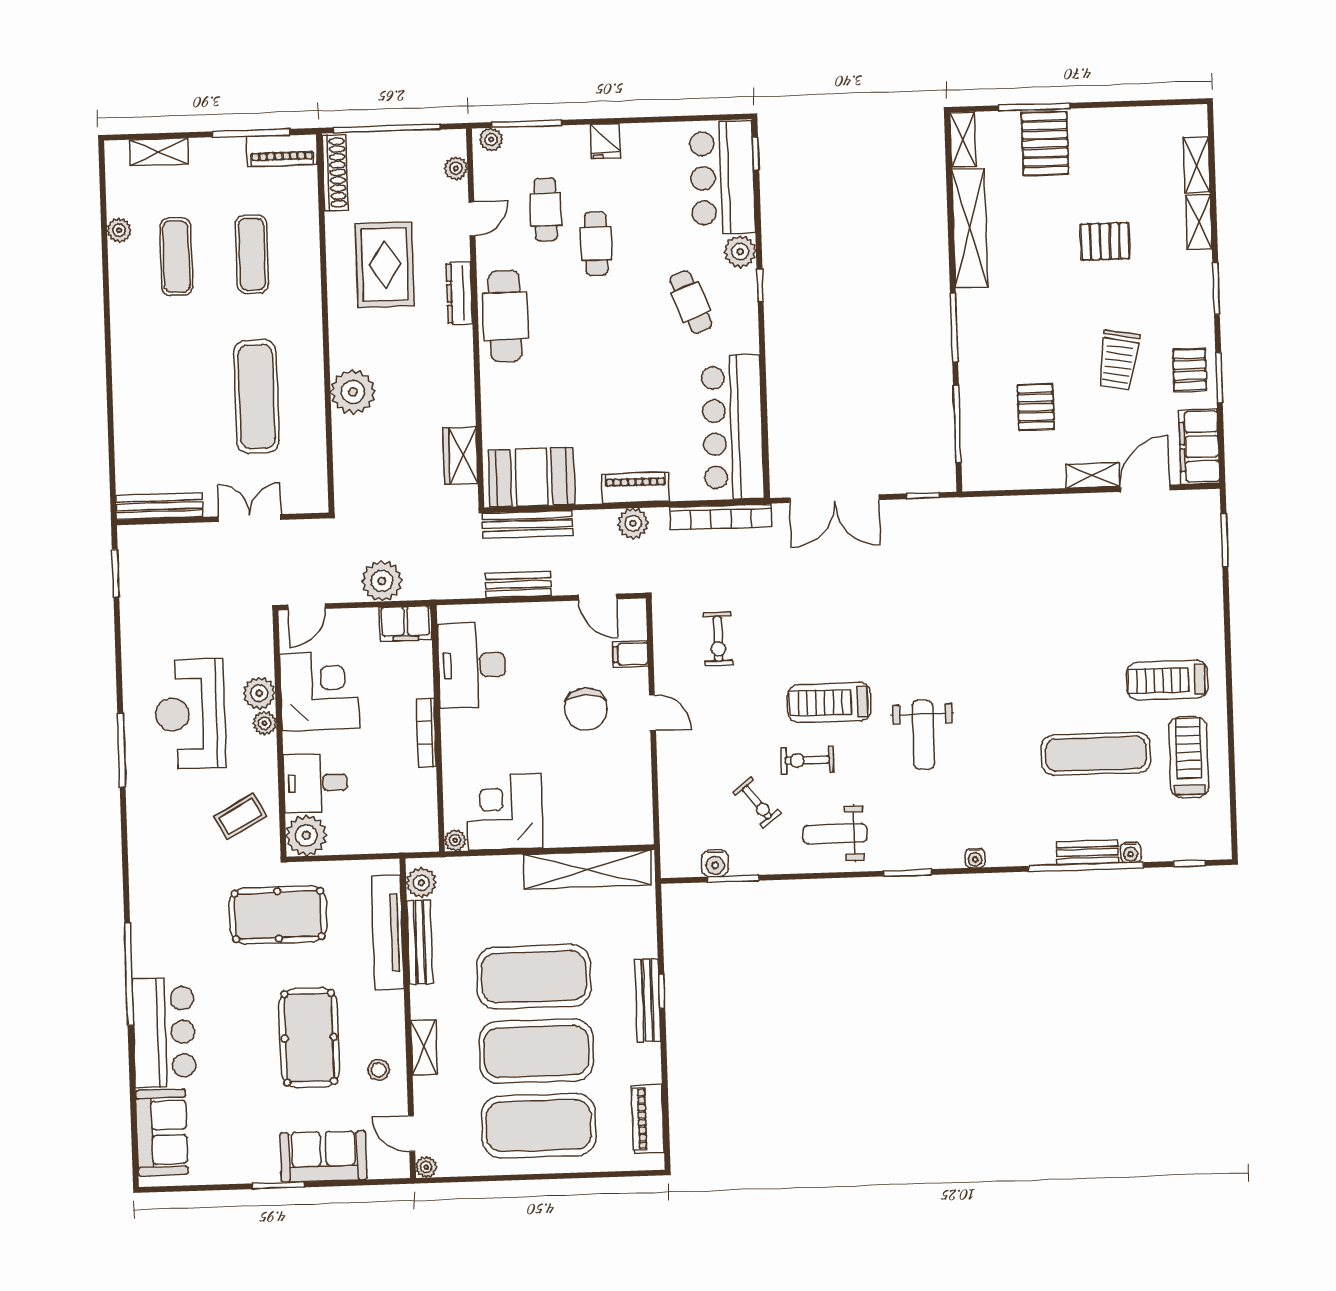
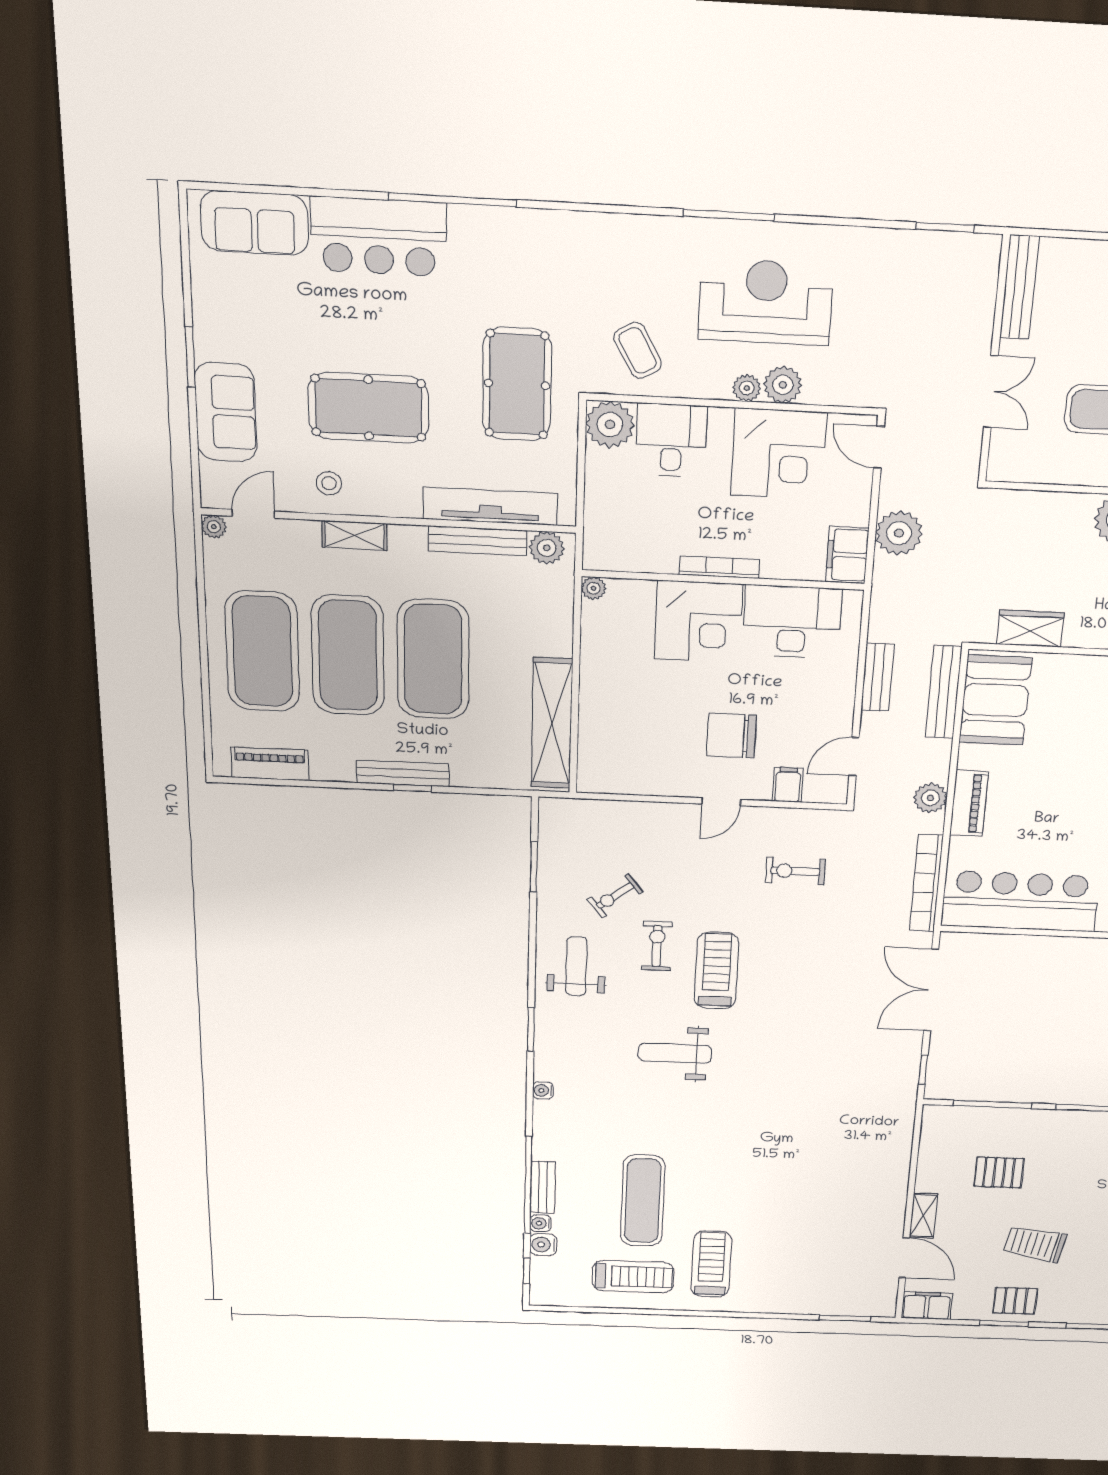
filing cabinet: (1199, 447) -> (927, 1306), width x0.67, depth x0.86
corner desk: (504, 812) -> (698, 622), moved, turned 90
water cooler: (715, 863) -> (543, 1245), moved

